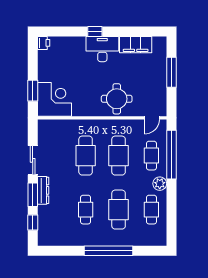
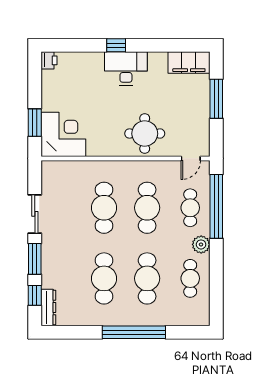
filing cabinet: (136, 45) -> (189, 63), moved
dresser: (43, 190) -> (48, 307), moved
cafe table: (86, 210) -> (104, 278), width x1.37, depth x1.35

